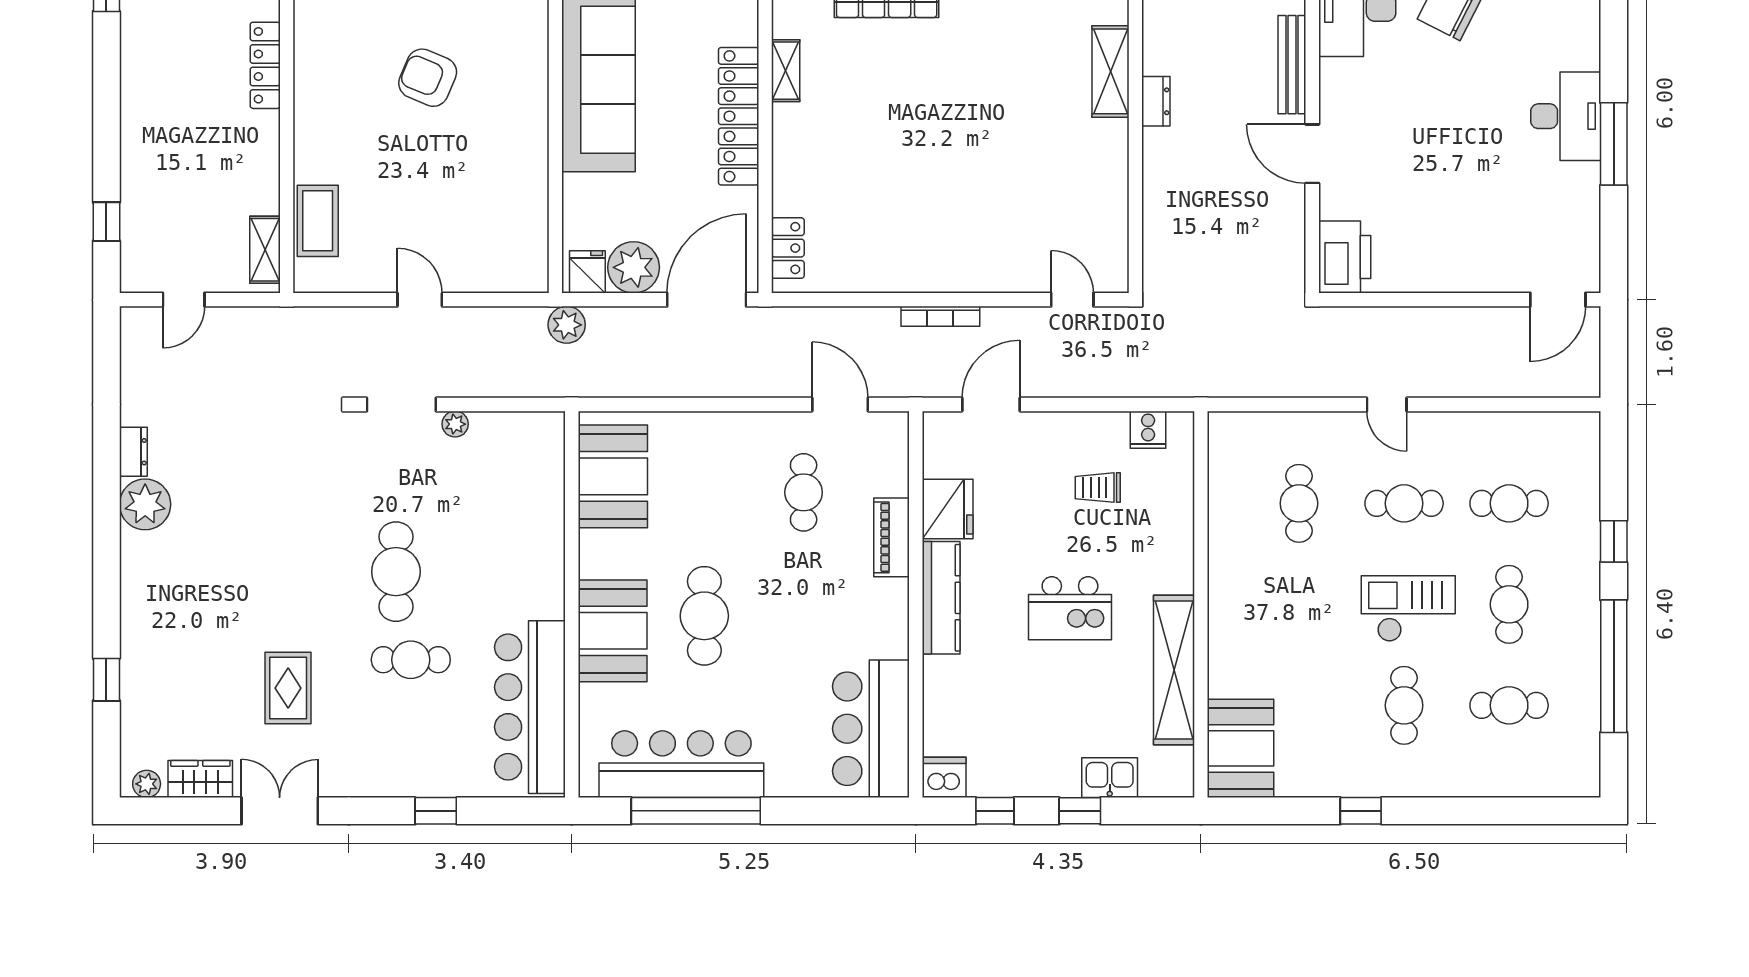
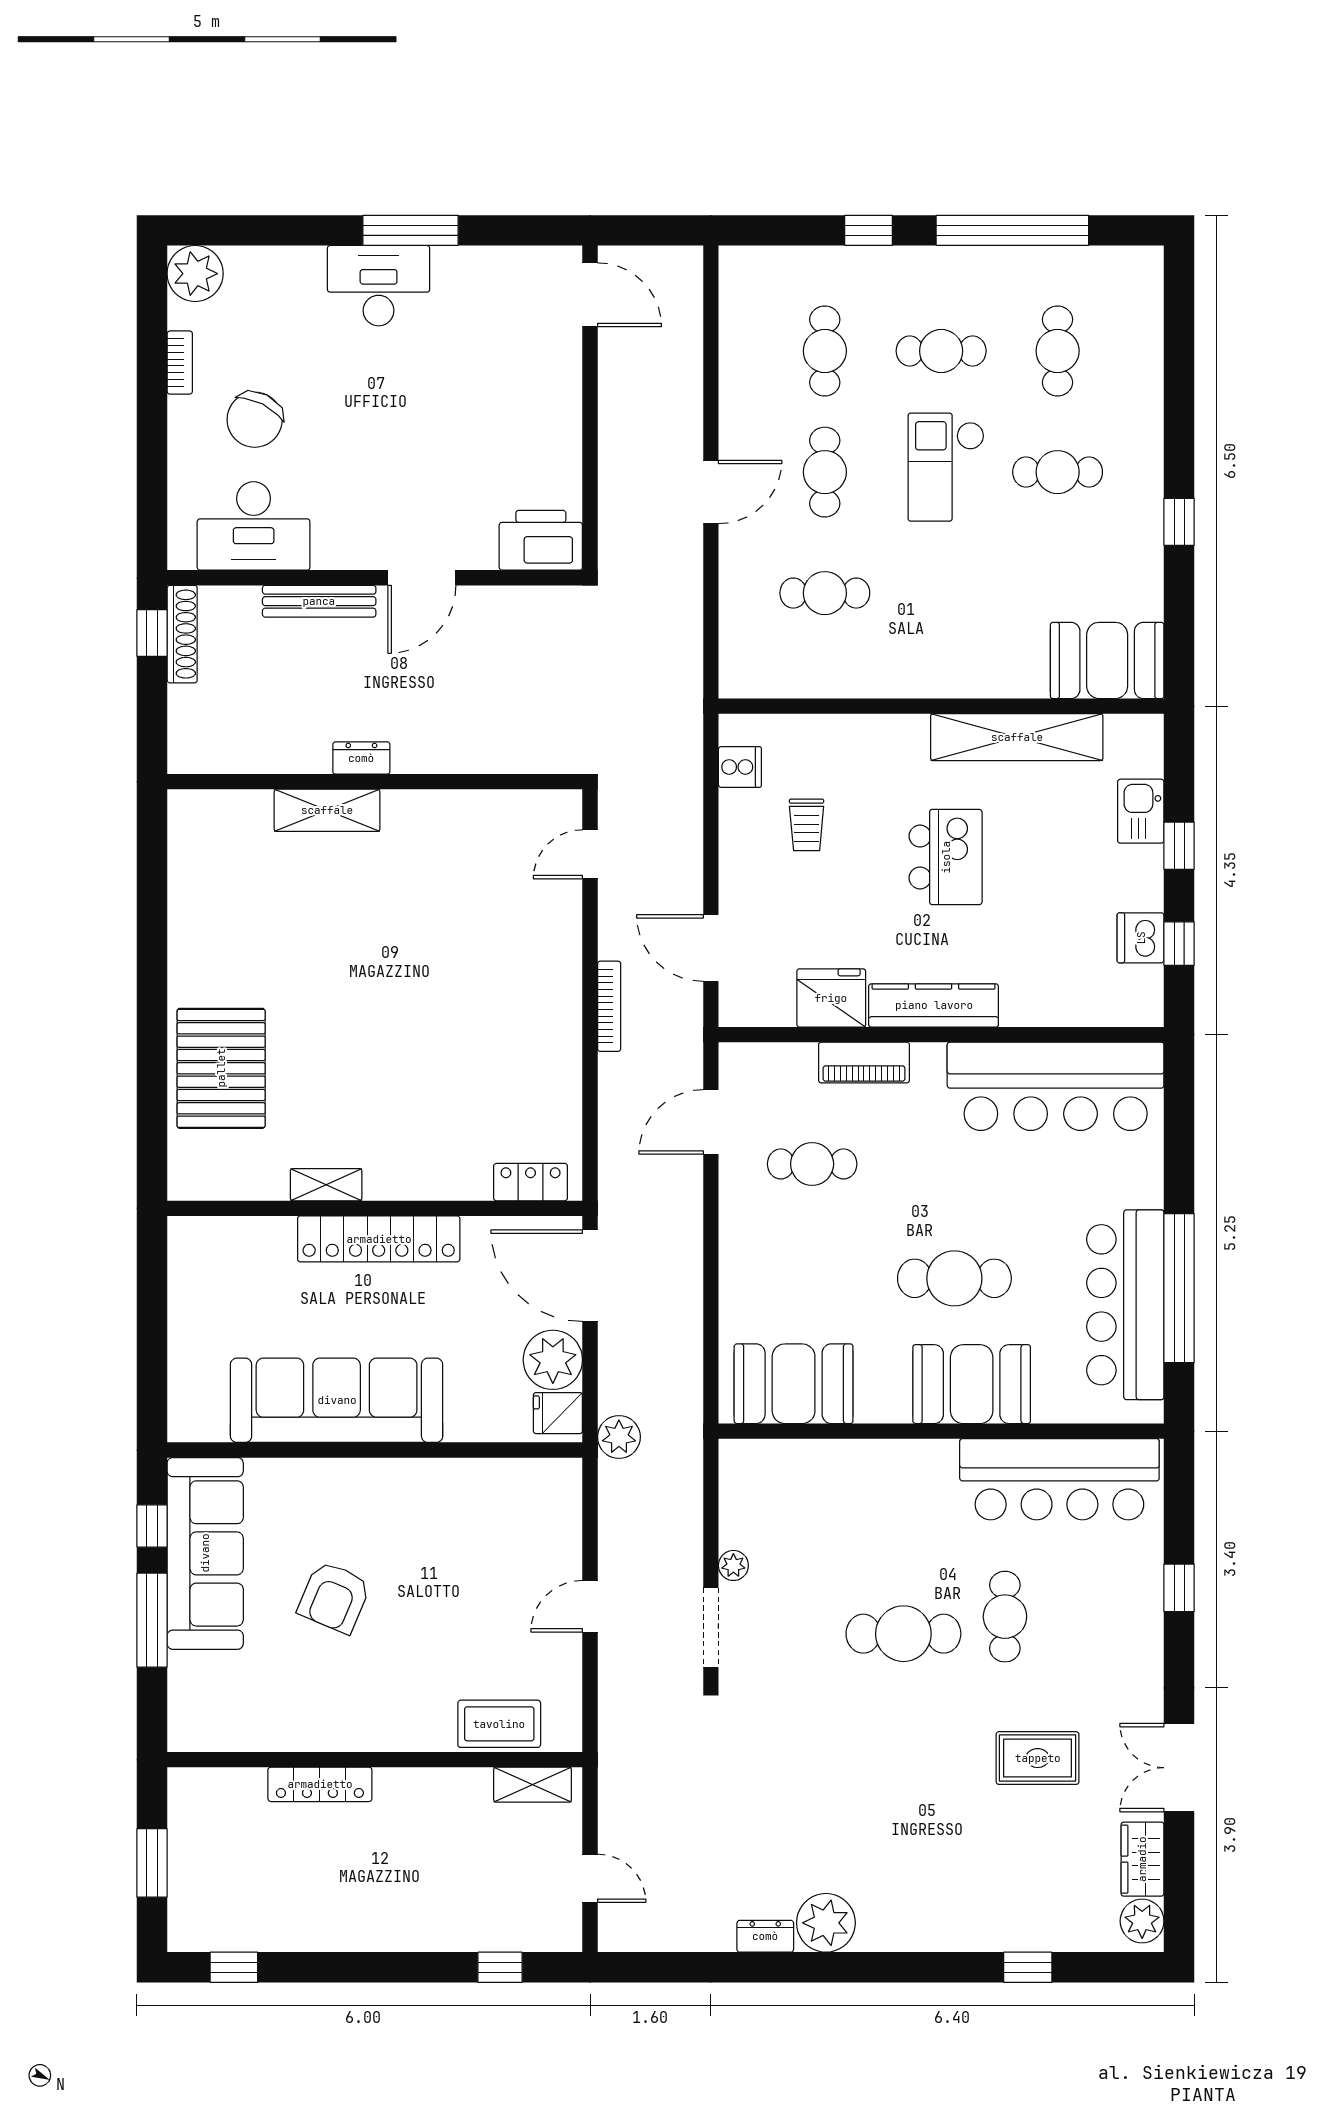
door: (1387, 405) -> (711, 492), width x1.37
bar counter: (871, 729) -> (1056, 1086), width x1.36
dishwasher: (944, 777) -> (1141, 938), moved
plant: (147, 784) -> (1142, 1921), width x1.38, depth x1.38

